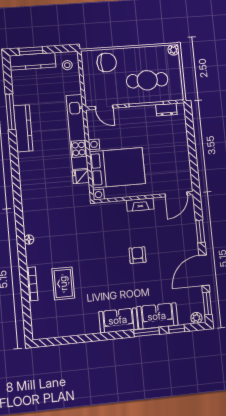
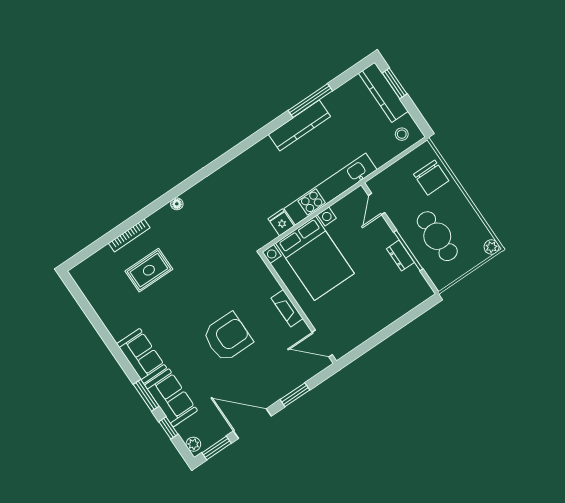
dresser: (166, 110) -> (400, 256), moved
armchair: (138, 255) -> (227, 337), width x1.88, depth x1.88

